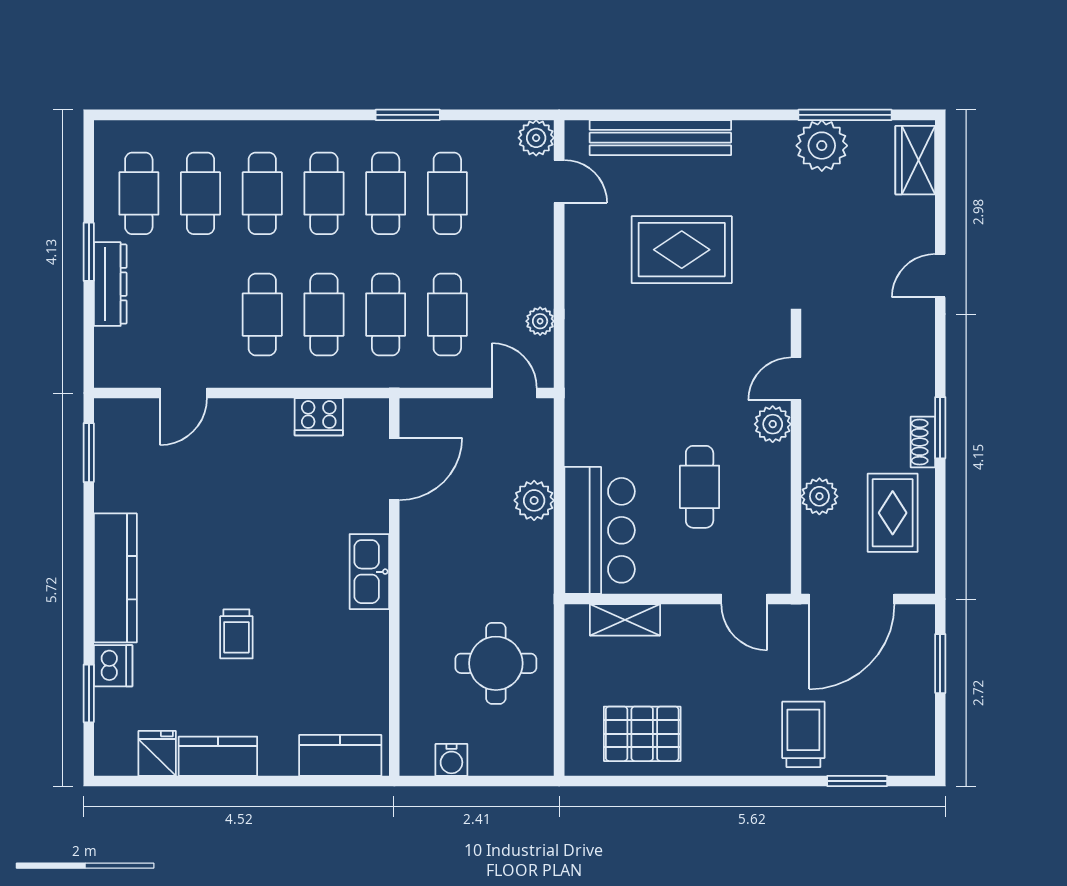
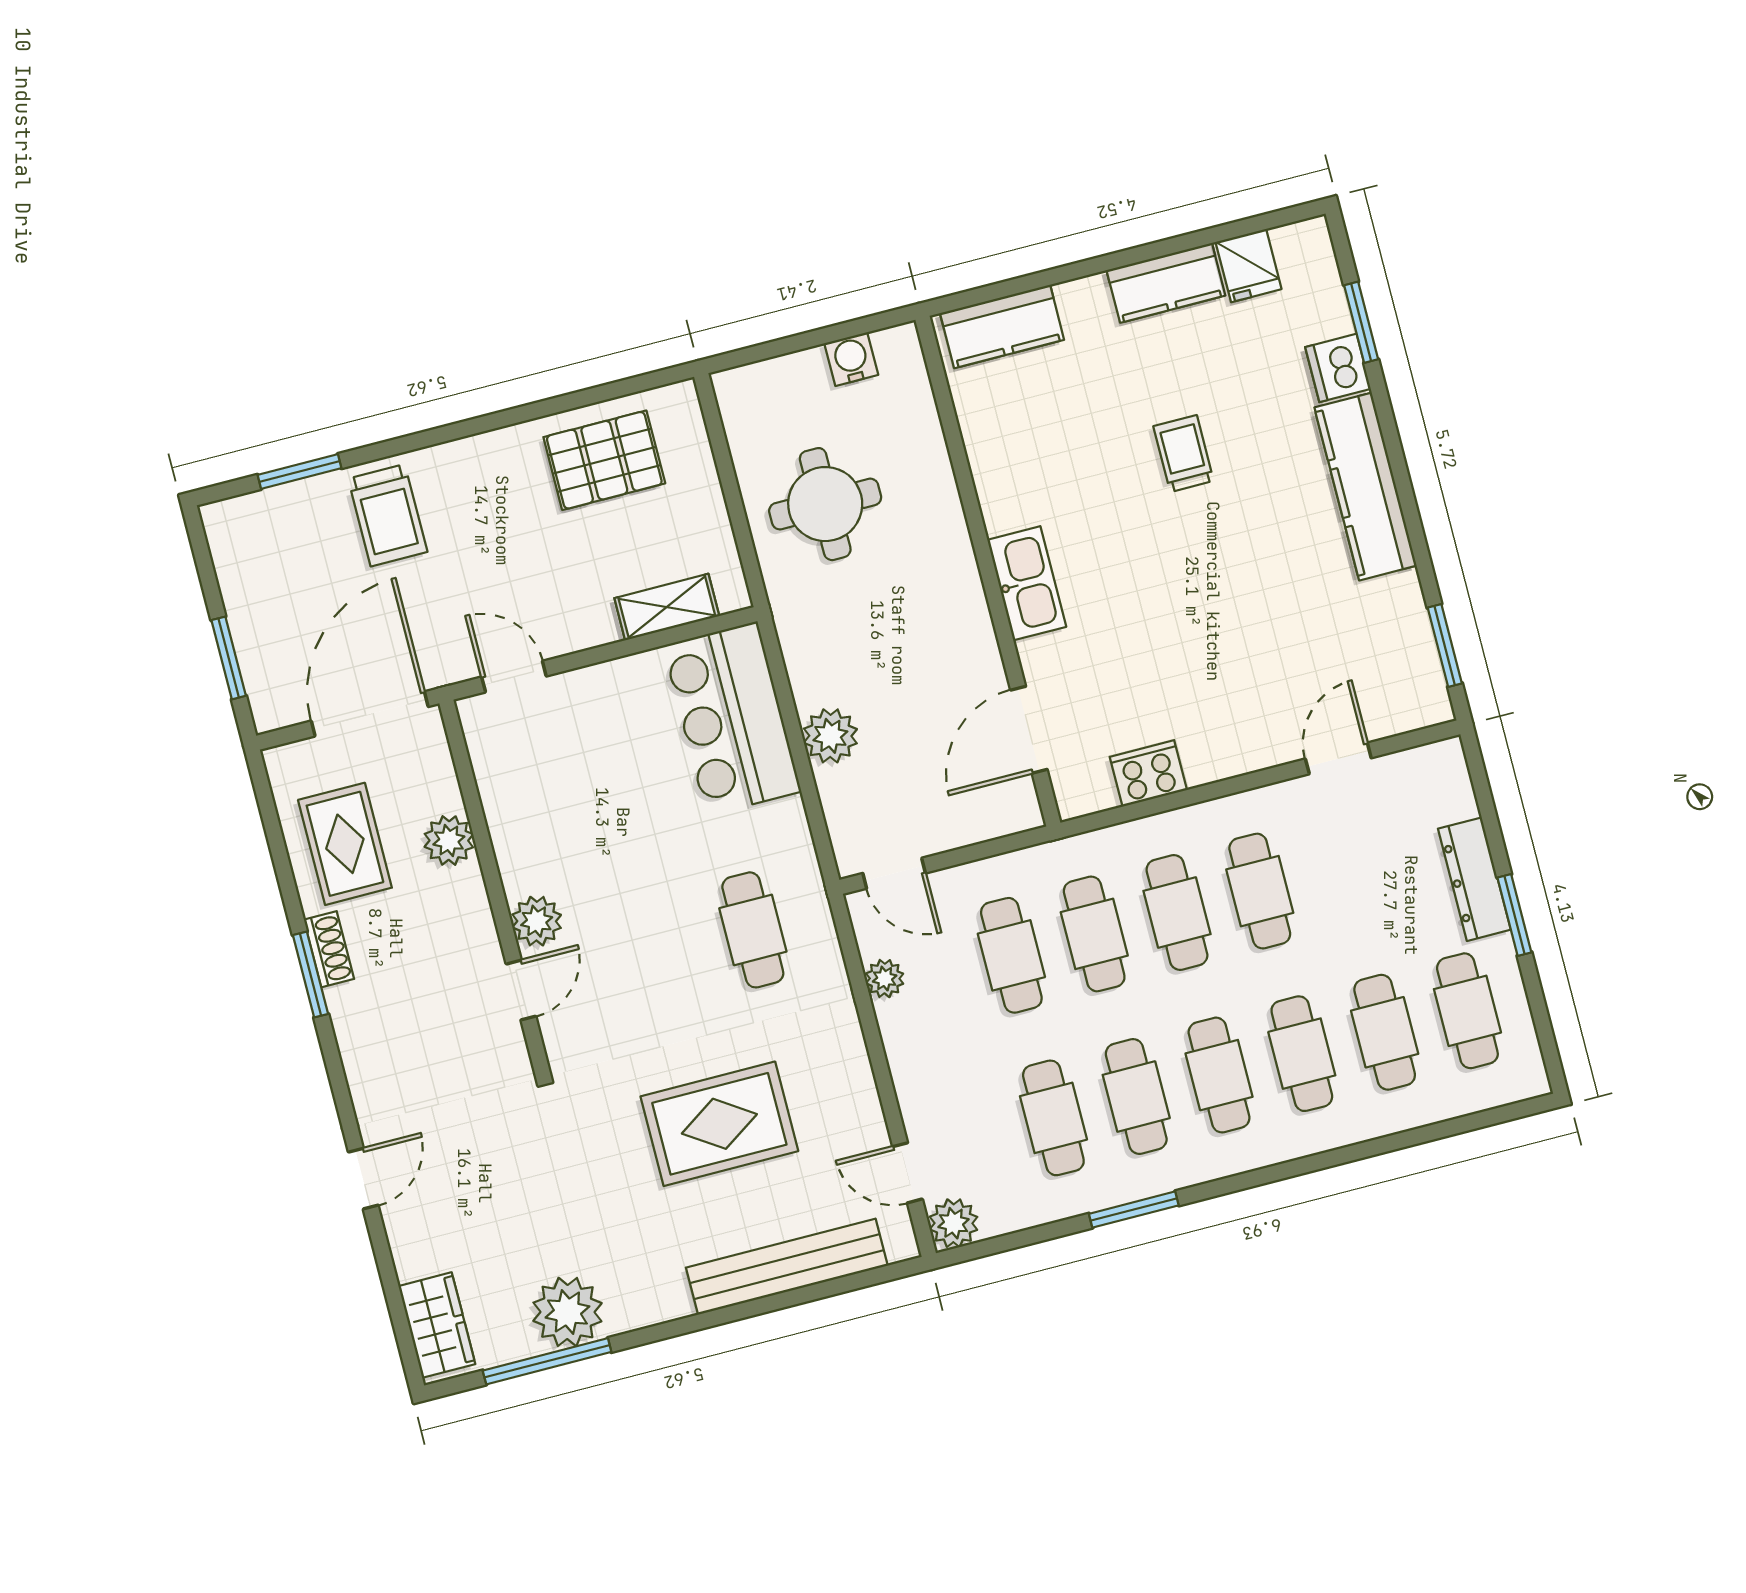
cafe table: (700, 487) -> (753, 930), moved

